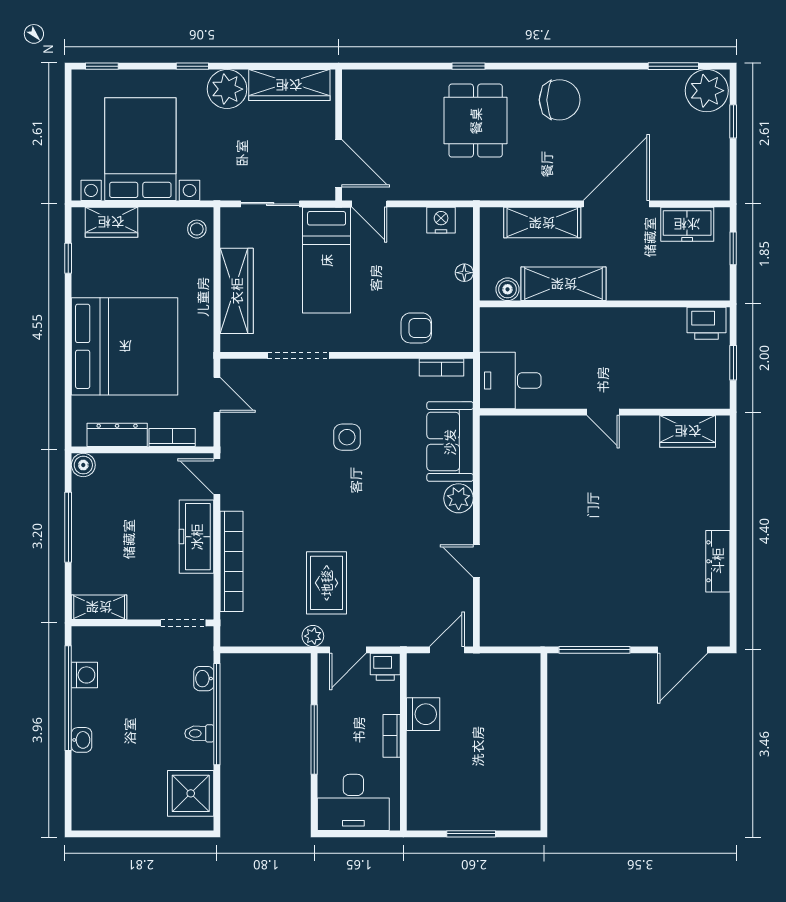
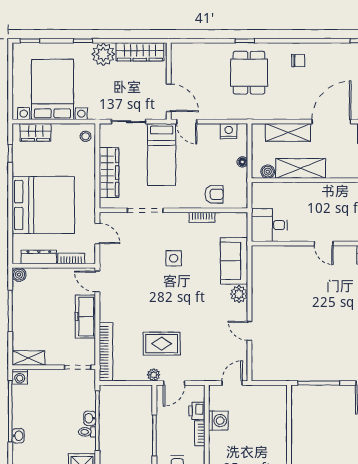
chair: (560, 100) -> (298, 61), width x0.54, depth x0.54
bookcase: (442, 367) -> (202, 217), moved
bookcase: (232, 561) -> (106, 352), moved
rug: (327, 583) -> (162, 344), turned 90
printer: (385, 667) -> (197, 411), moved, turned 90
washing machine: (84, 675) -> (20, 377), moved, turned 90
washbasin: (204, 679) -> (90, 418), moved

